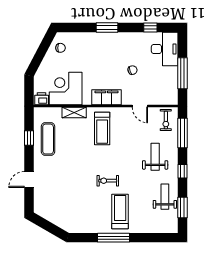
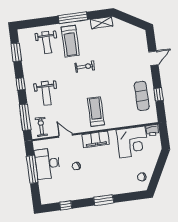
desk: (165, 49) -> (47, 164), moved
shelving: (74, 113) -> (102, 23), moved
weight bench: (165, 197) -> (47, 42), moved

